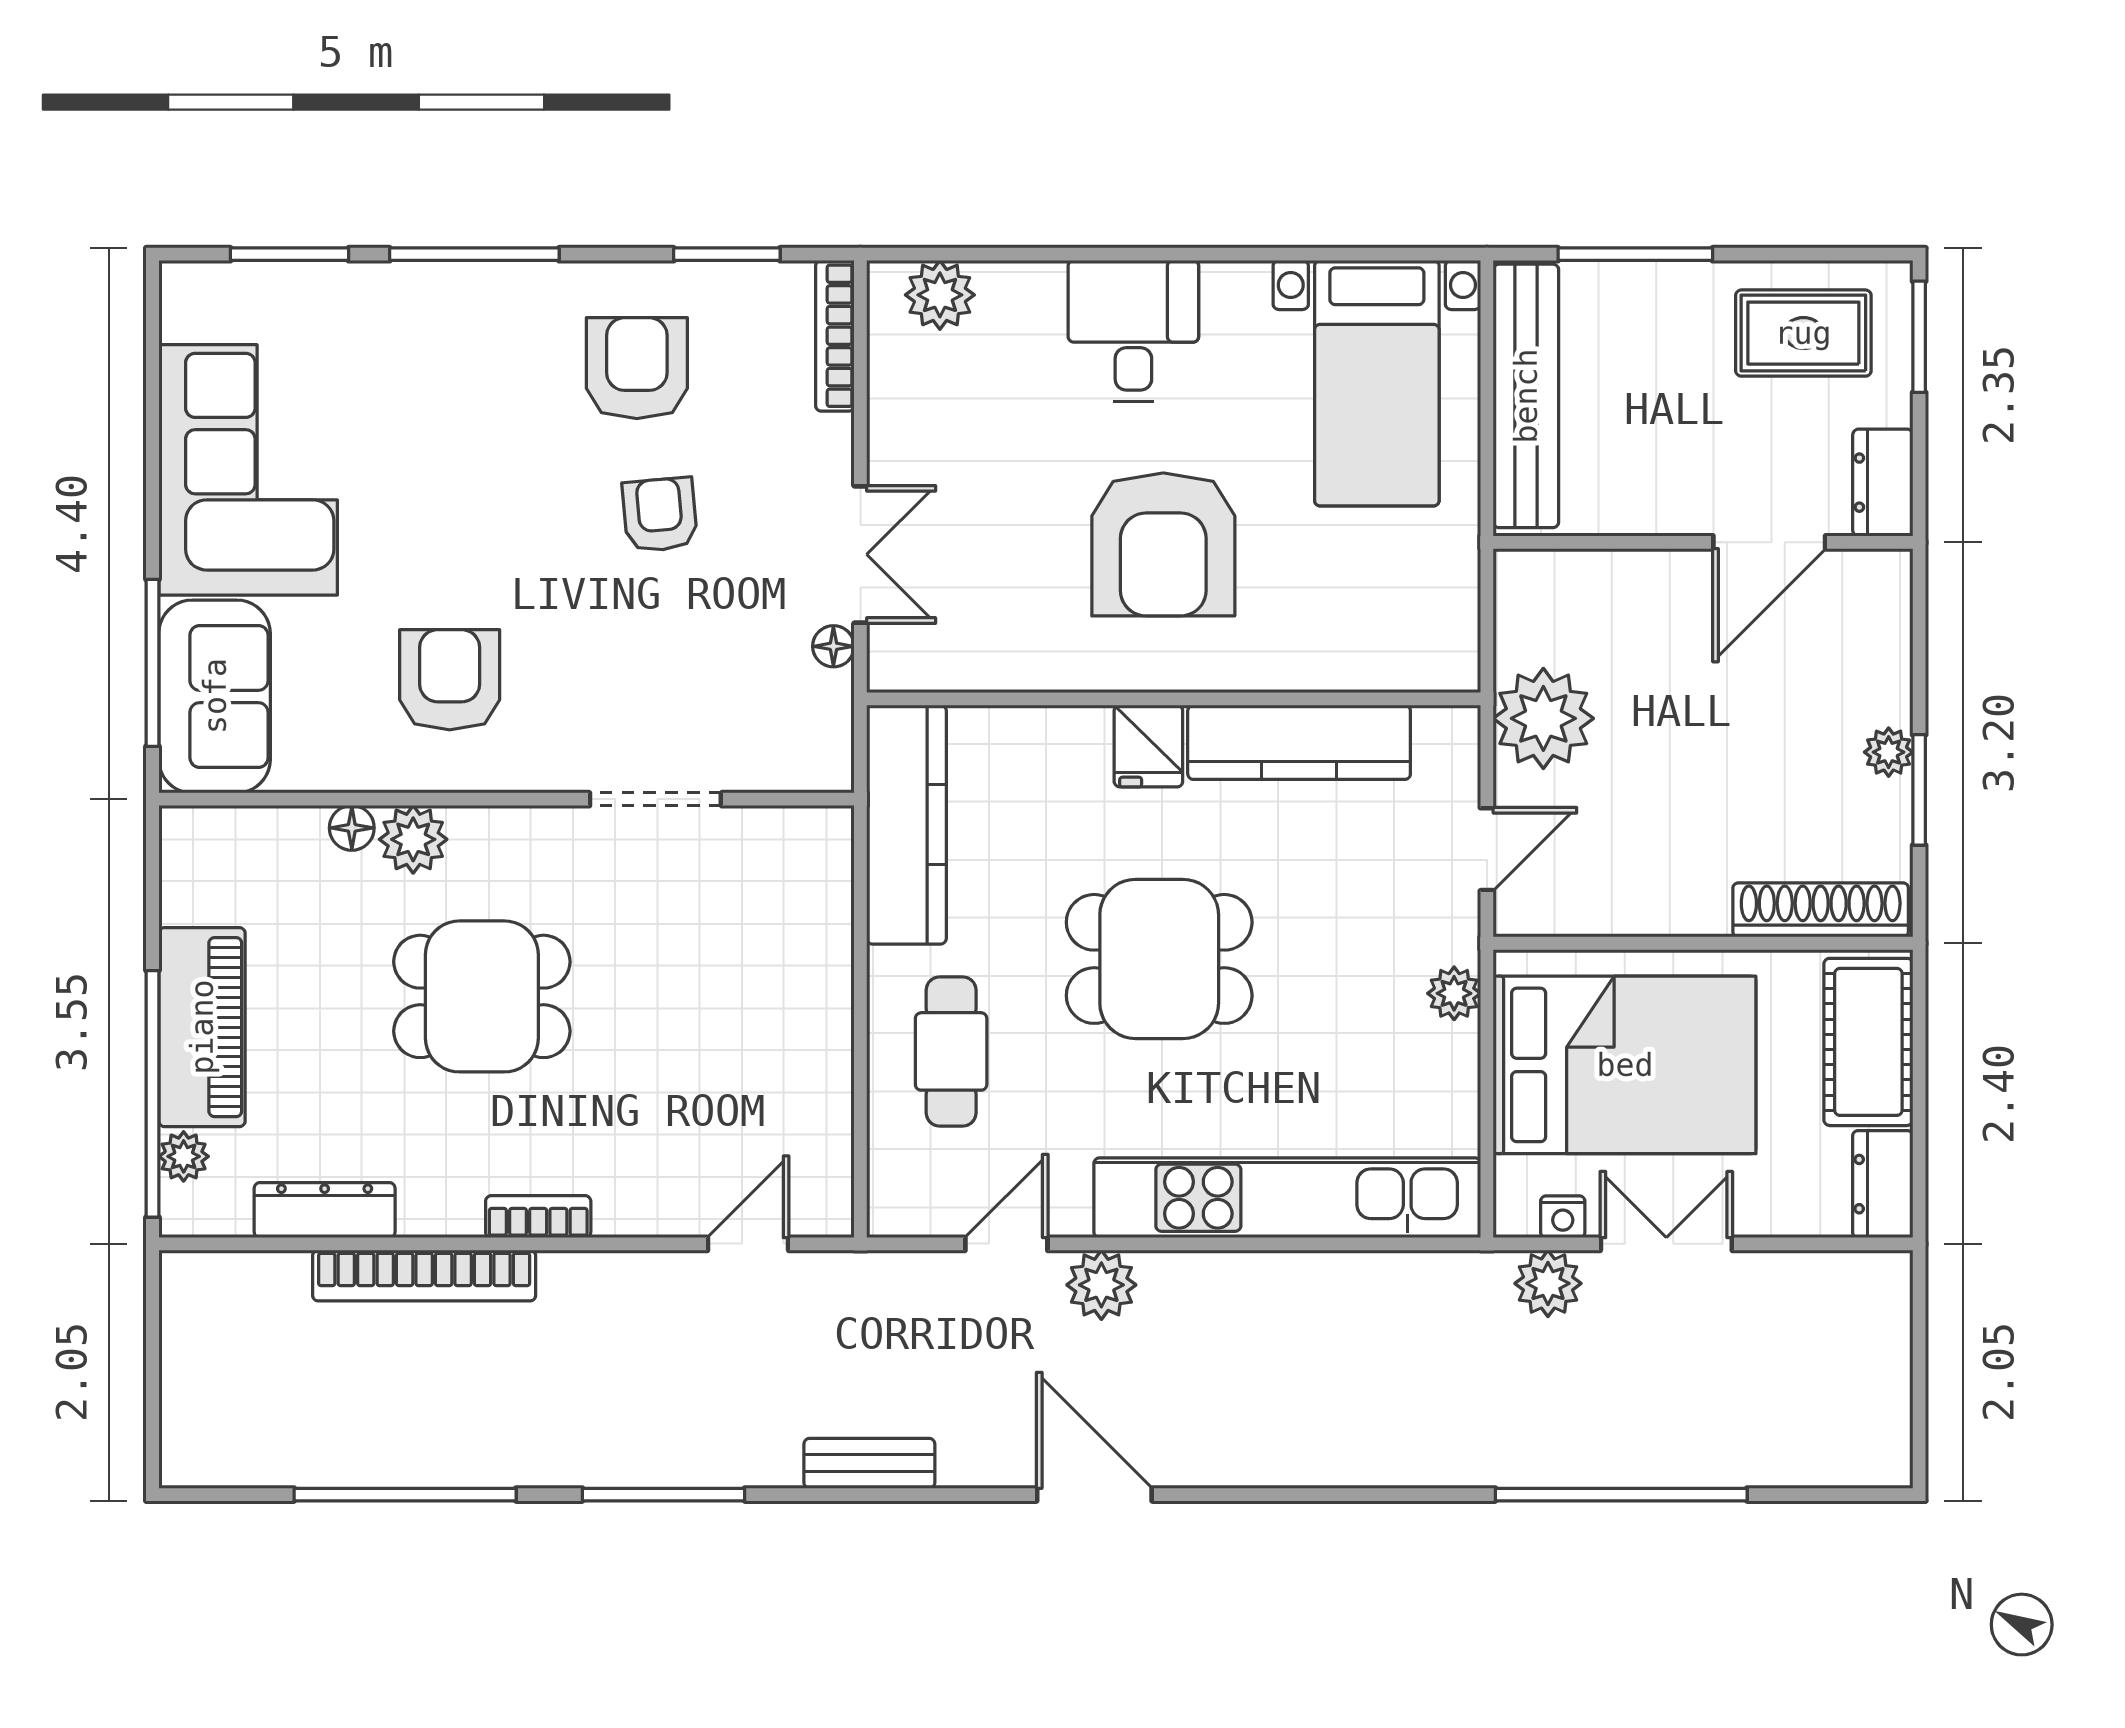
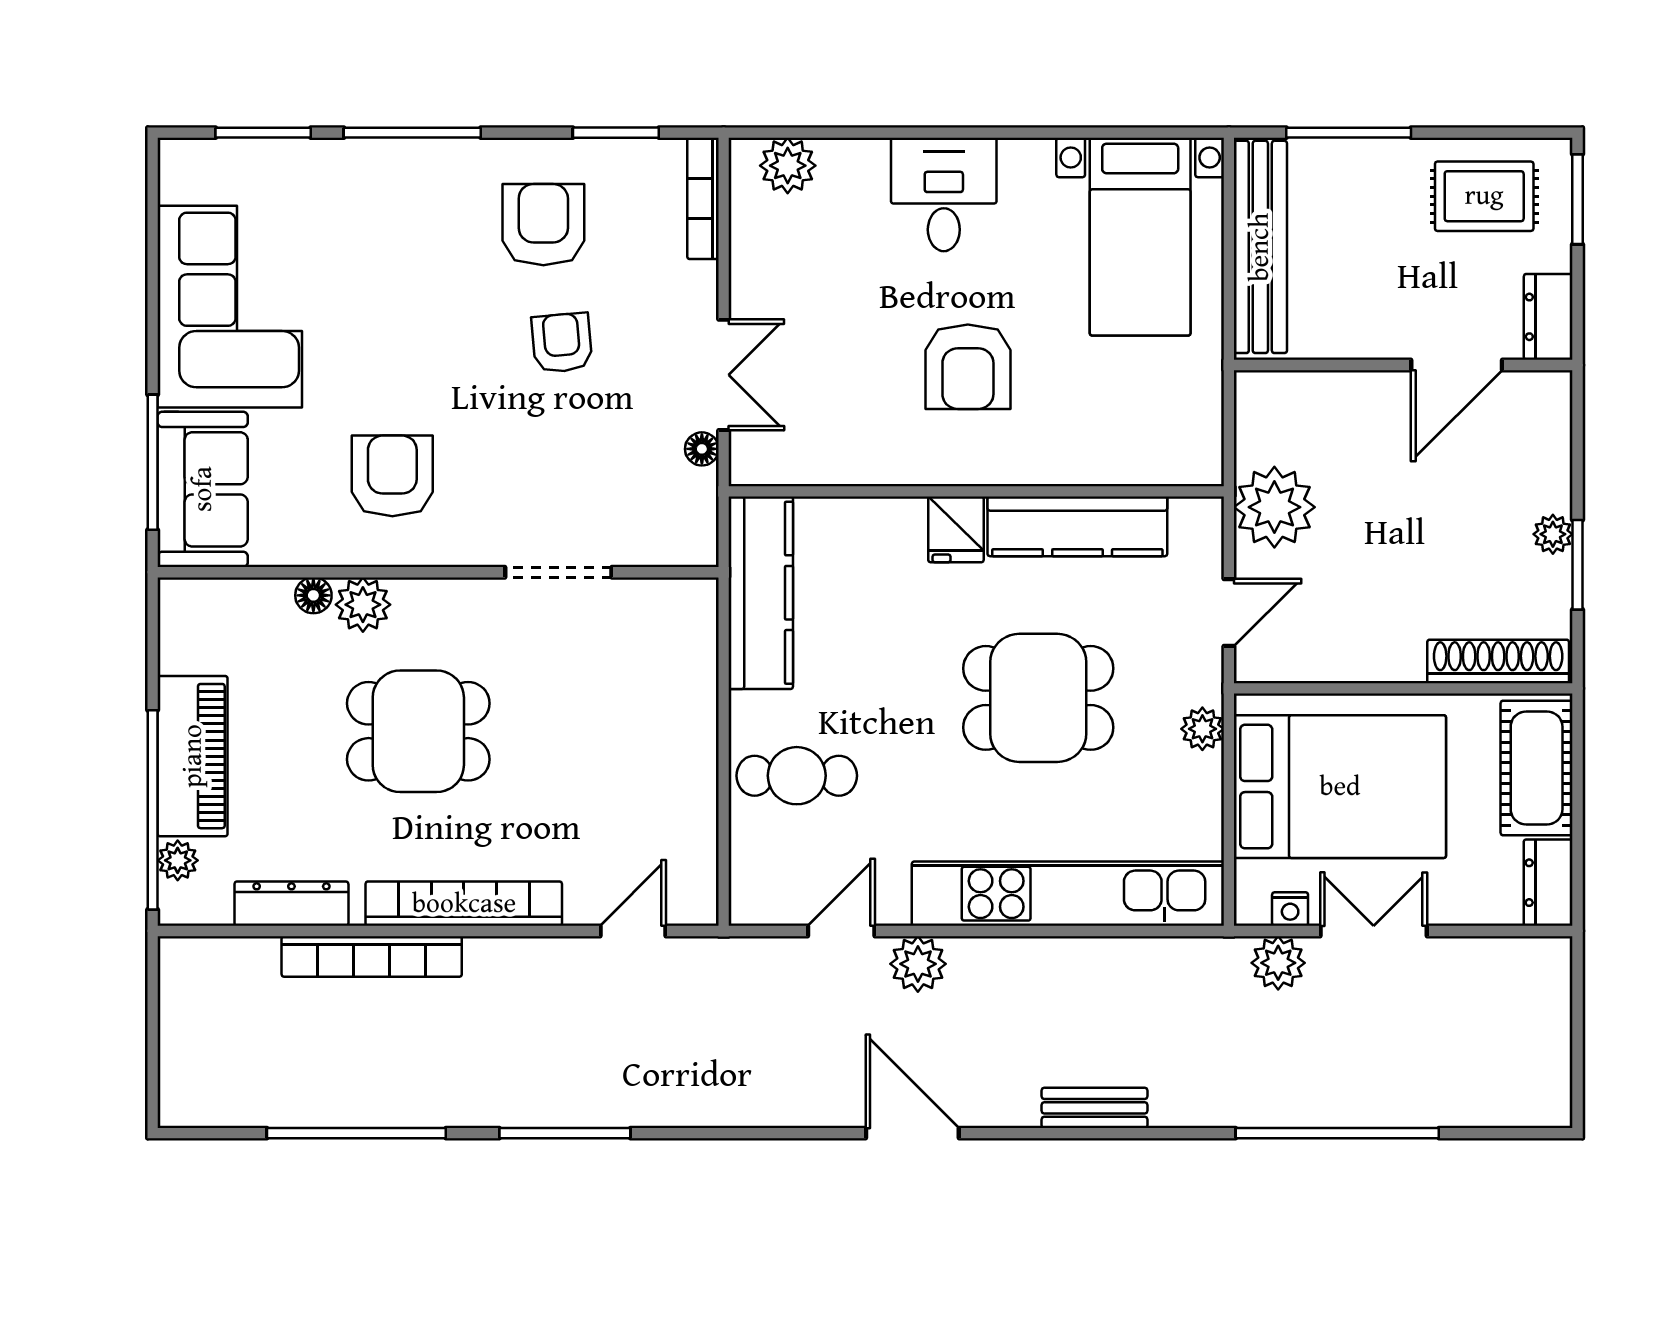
armchair: (1163, 544) -> (968, 367), width x0.73, depth x0.73
dining table: (1159, 959) -> (1038, 698), moved
cafe table: (951, 1051) -> (797, 776), turned 90
bookcase: (538, 1217) -> (464, 904), width x2.31, depth x1.31
bench: (869, 1463) -> (1094, 1108), moved

